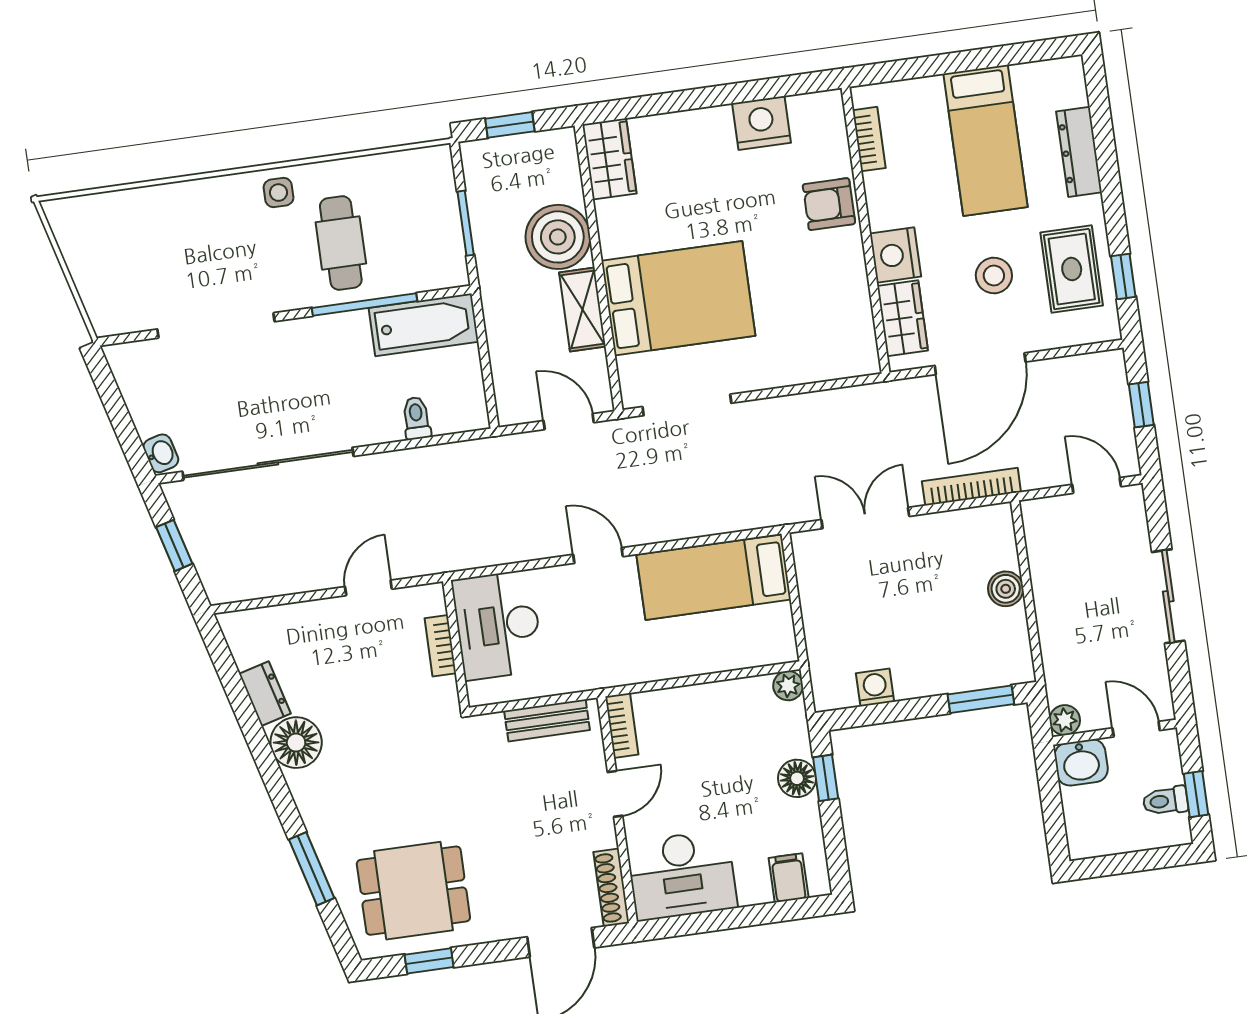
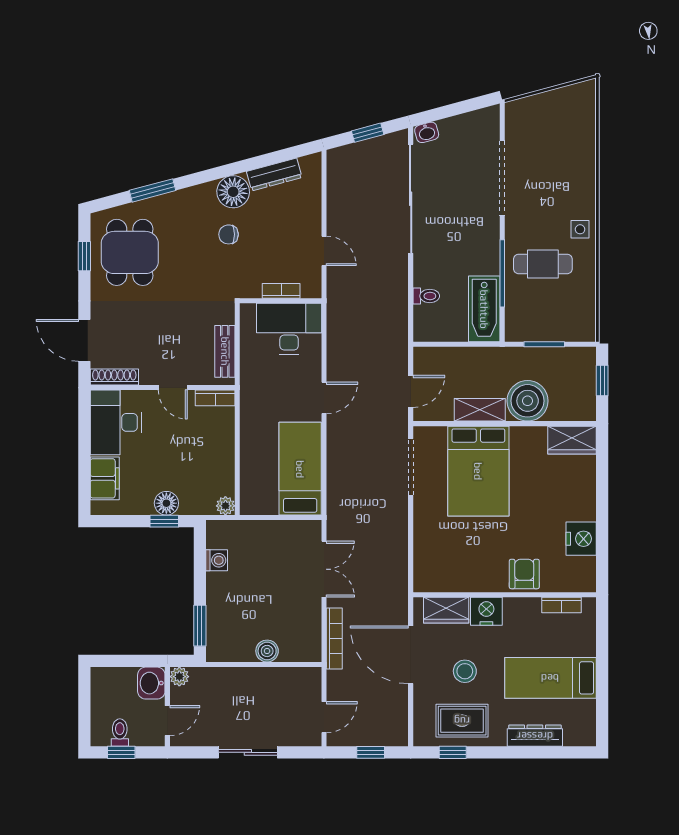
dresser: (265, 694) -> (274, 175), width x1.44
chair: (364, 740) -> (229, 234), added
filing cabinet: (789, 878) -> (105, 478), width x2.00

